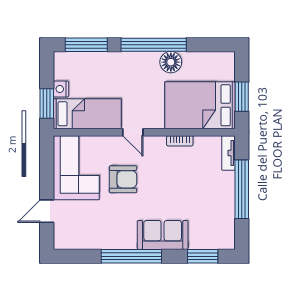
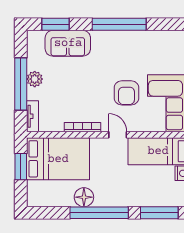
bookcase: (180, 141) -> (82, 127), width x1.56
armchair: (123, 179) -> (126, 93), turned -90
plant: (226, 195) -> (35, 79), added
sofa: (163, 235) -> (68, 43), moved

